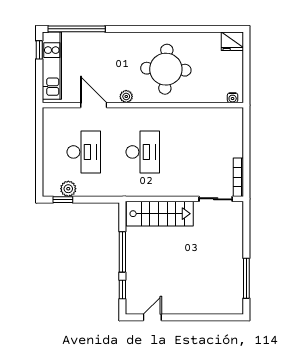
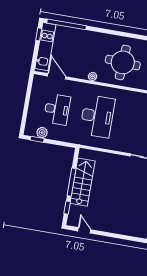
door: (94, 105) -> (57, 76), moved
desk: (143, 152) -> (97, 116), width x1.36, depth x1.30
stairs: (160, 214) -> (82, 182), moved, turned -90
door: (152, 317) -> (84, 230), hinge flipped

